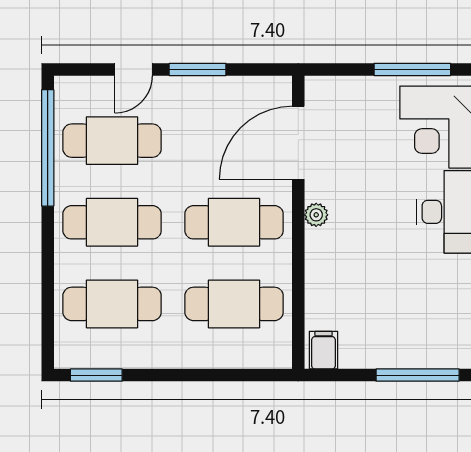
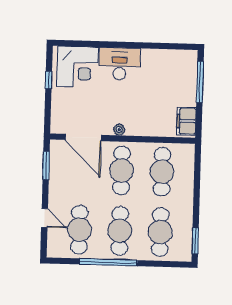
window: (198, 69) -> (46, 165), moved
window: (412, 69) -> (49, 80), width x0.46
window: (48, 148) -> (108, 262), moved
filing cabinet: (323, 350) -> (186, 121), width x2.00

